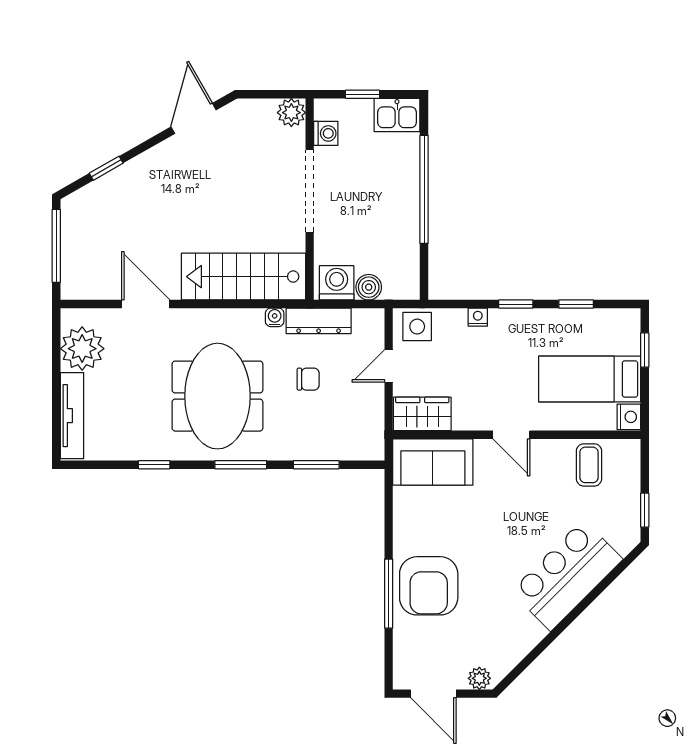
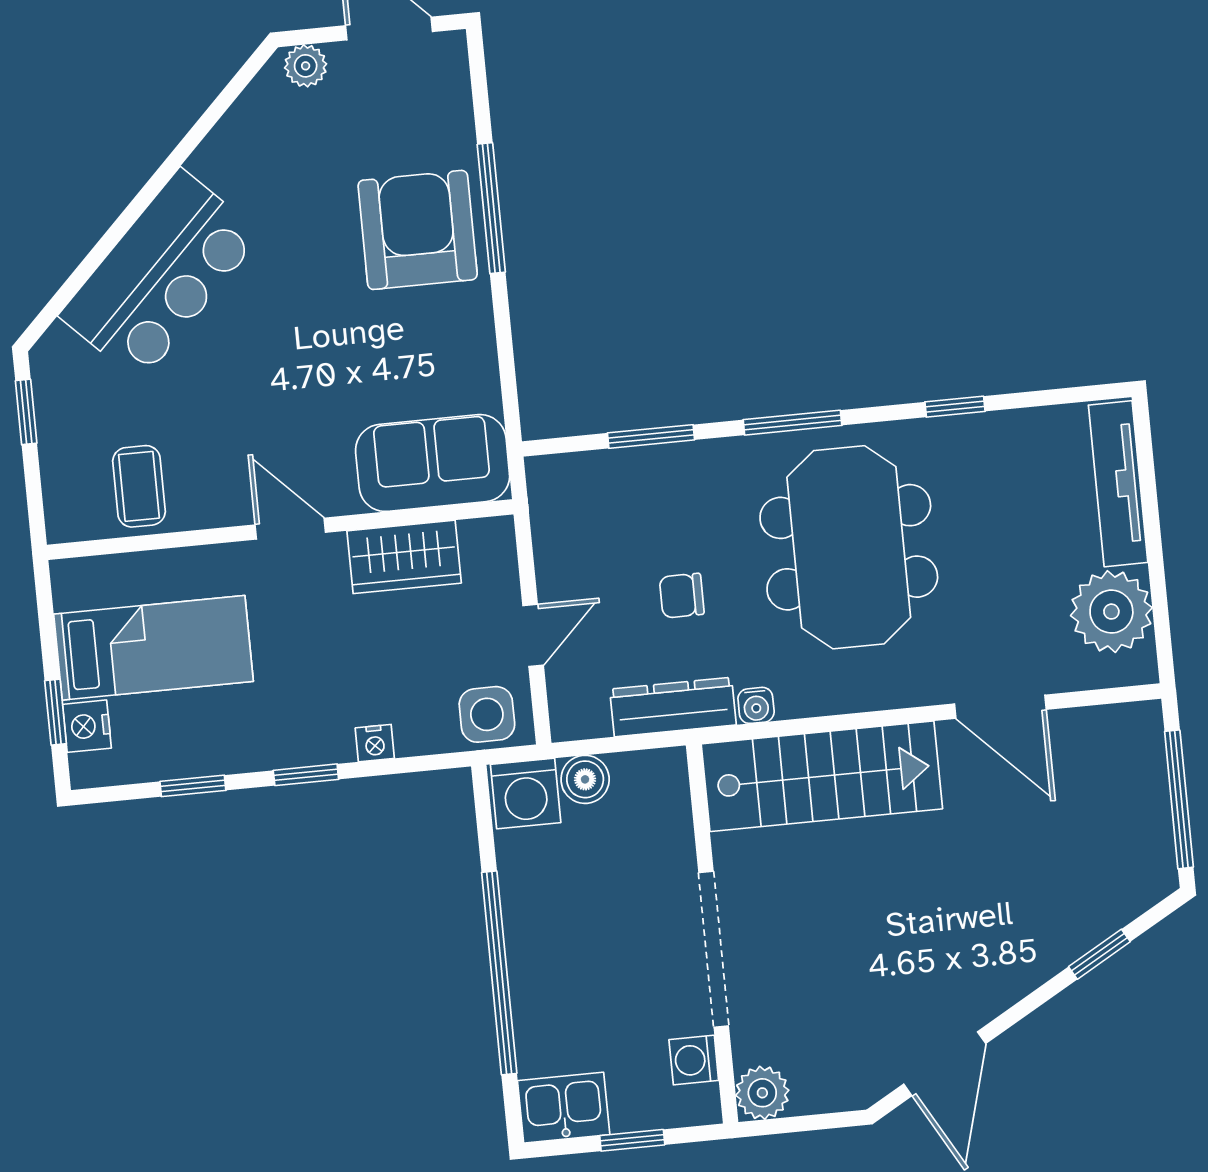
washing machine: (337, 283) -> (526, 793), moved
wardrobe: (422, 414) -> (404, 557), moved
nightstand: (629, 417) -> (87, 726), moved

